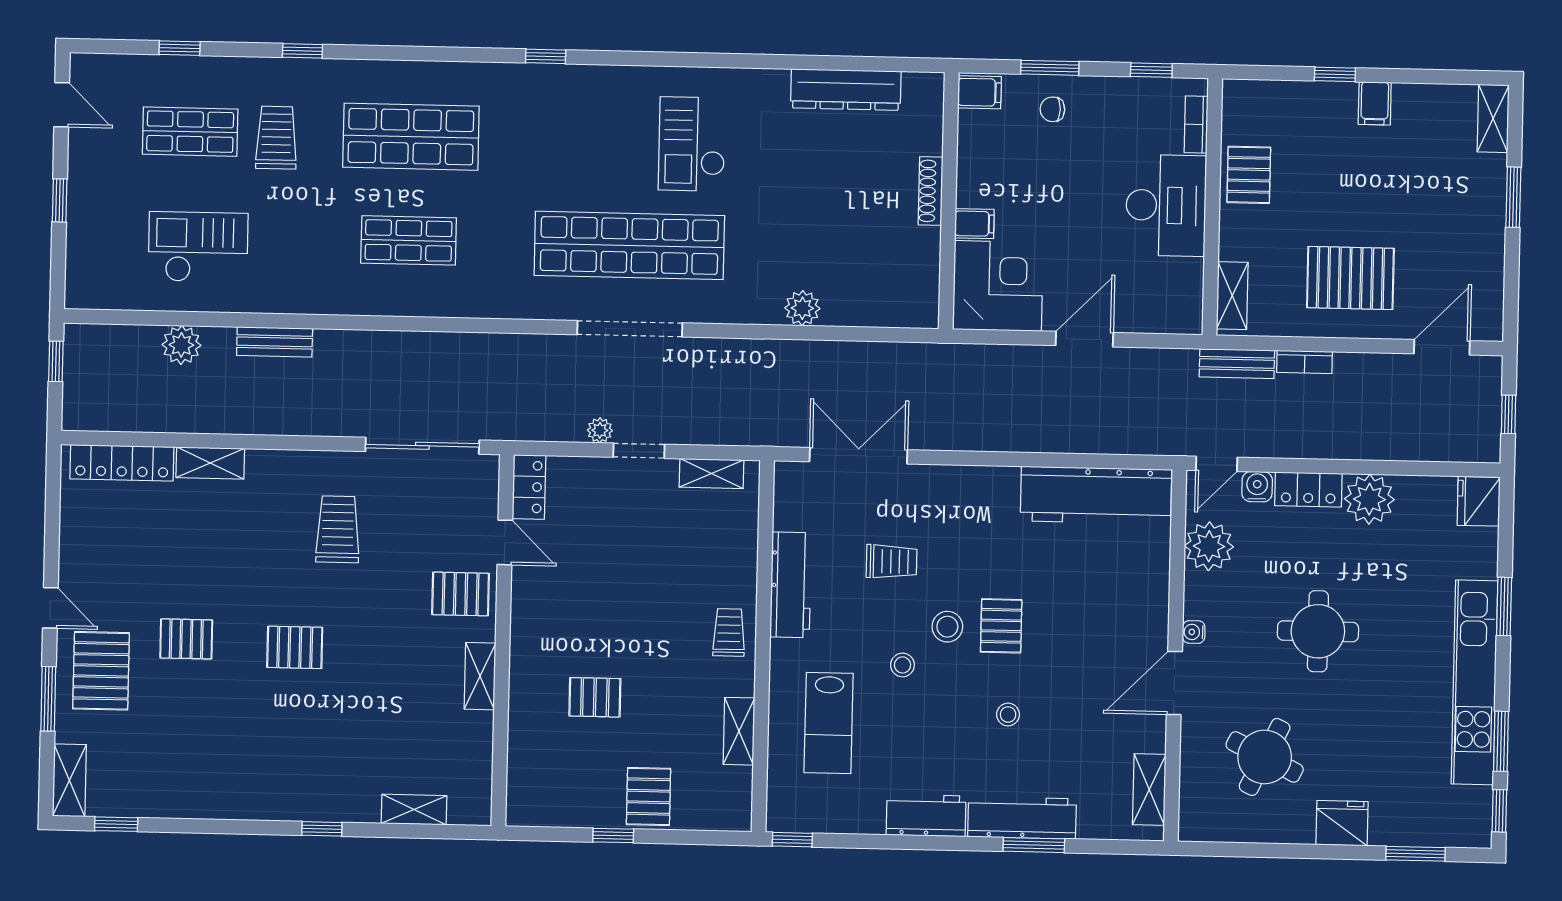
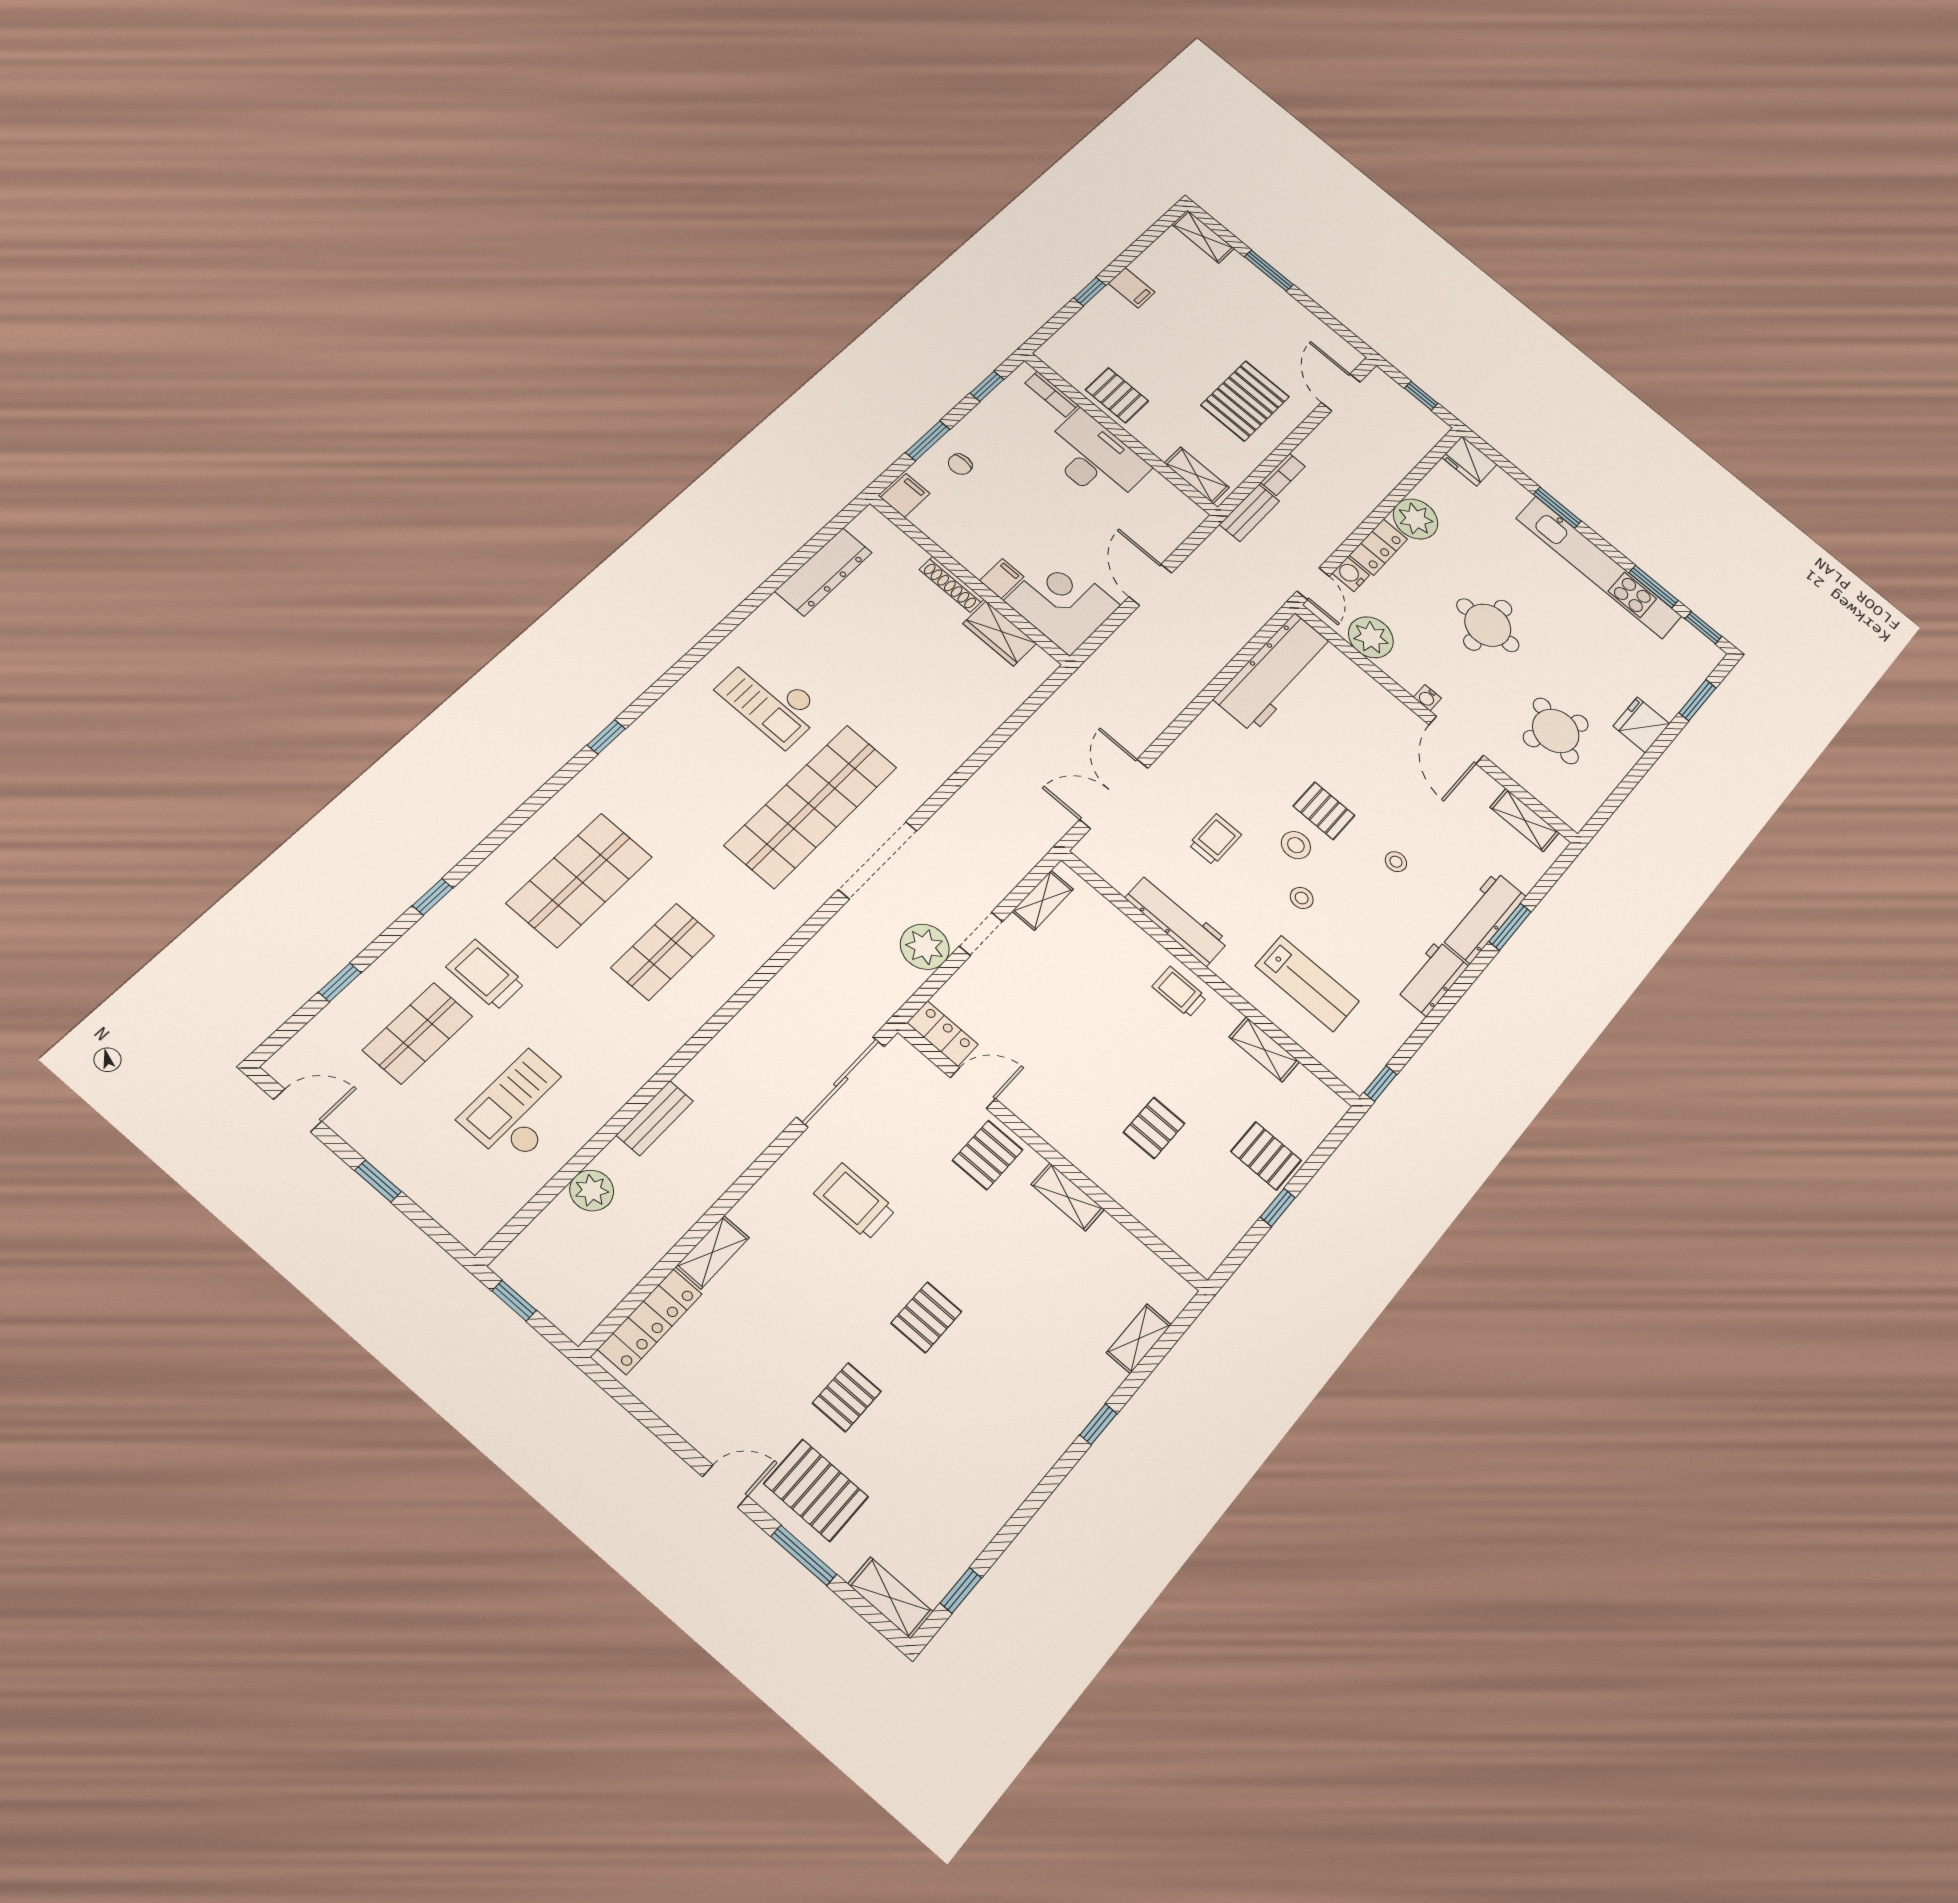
wardrobe: (921, 261) -> (1000, 634), added
plant: (802, 308) -> (967, 736), removed
plant: (600, 430) -> (925, 947), width x1.88, depth x1.88

